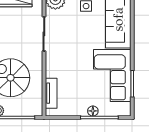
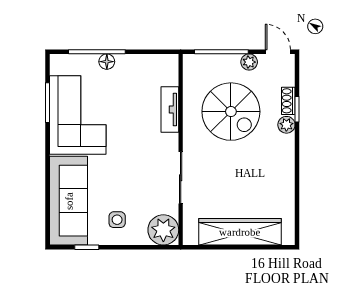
tv unit: (51, 93) -> (170, 109), moved

